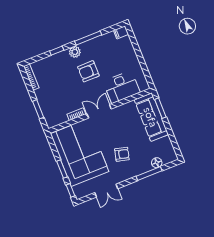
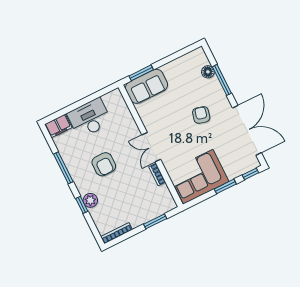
filing cabinet: (121, 32) -> (58, 126), width x2.00
plant: (75, 52) -> (90, 200), moved
desk: (122, 87) -> (89, 118), moved, turned -90
sofa: (151, 117) -> (146, 86), width x0.73
corner sofa: (80, 153) -> (198, 177), width x0.73, depth x0.74
double door: (106, 191) -> (247, 130), width x1.87

